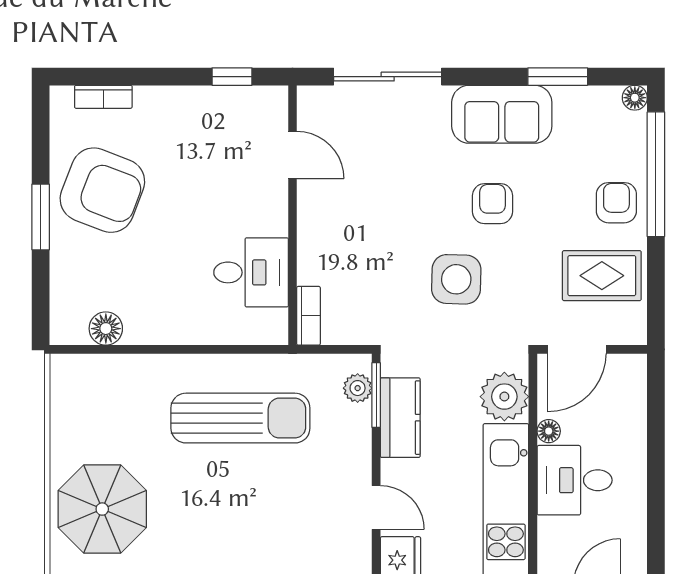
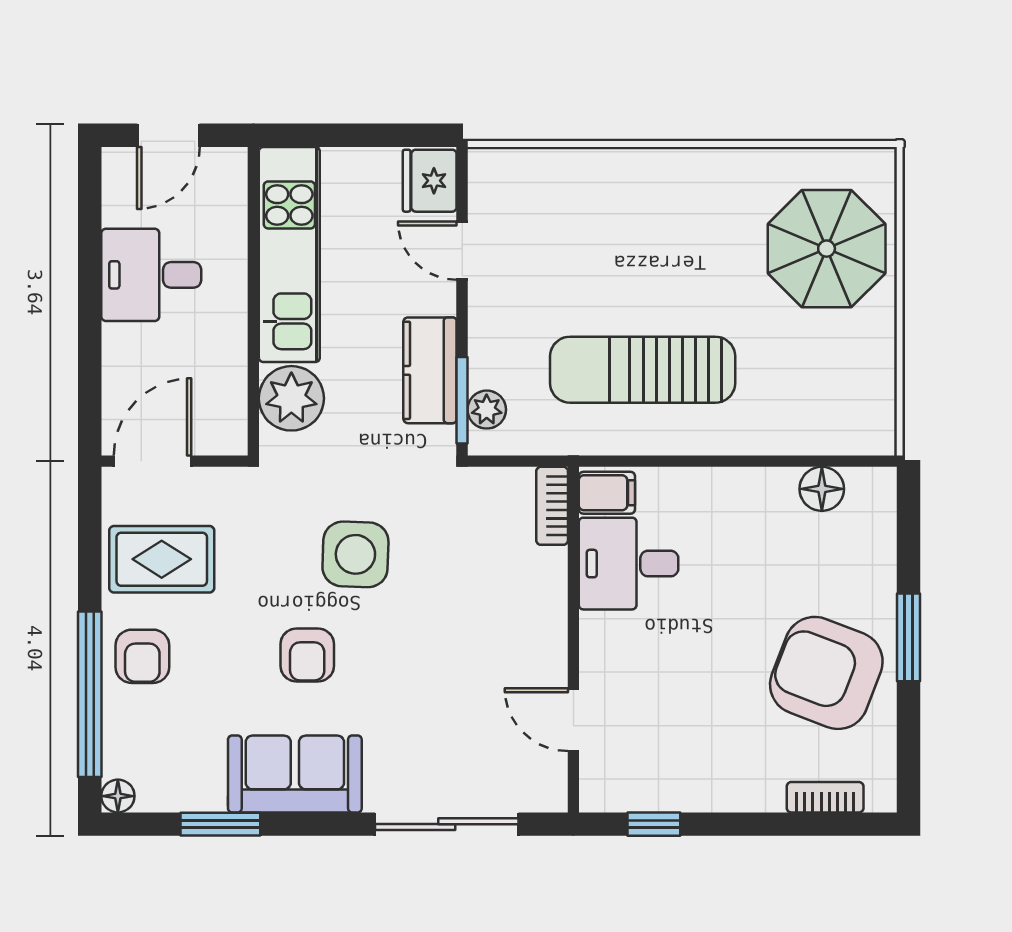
filing cabinet: (267, 326) -> (607, 493), added
door: (577, 349) -> (152, 461), moved
floor lamp: (549, 431) -> (232, 352), removed
desk: (575, 480) -> (151, 275), moved, turned 180

